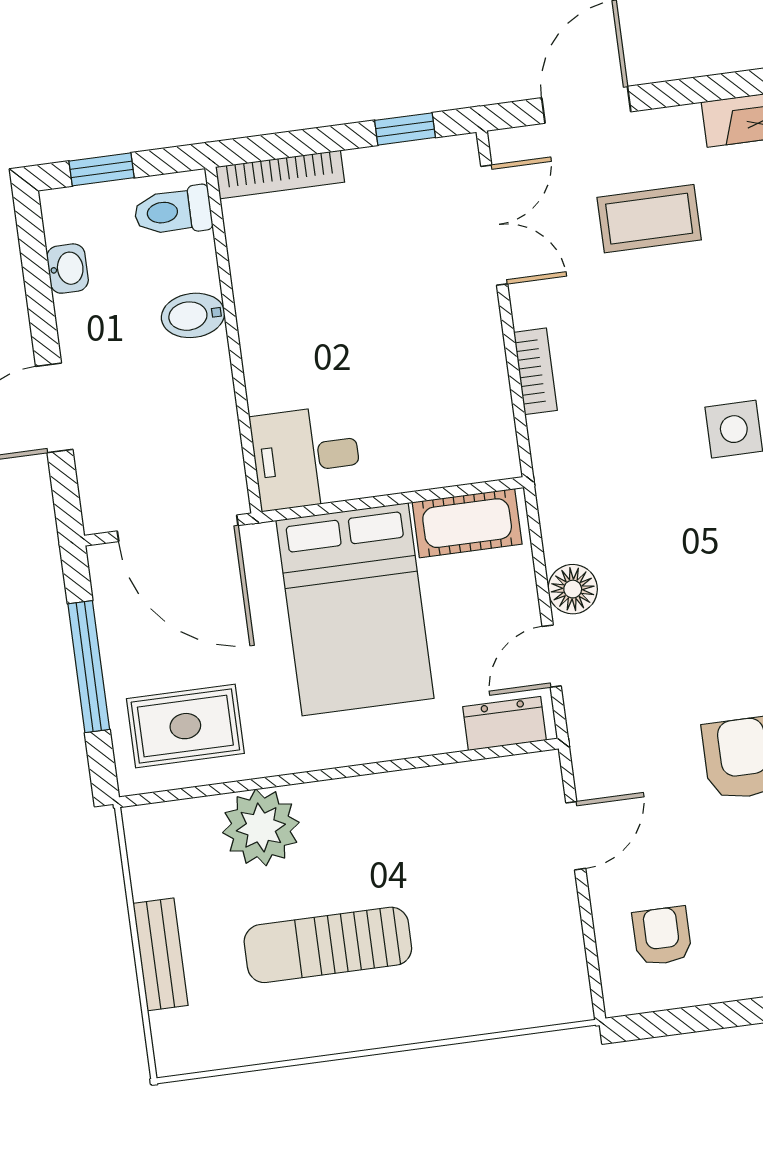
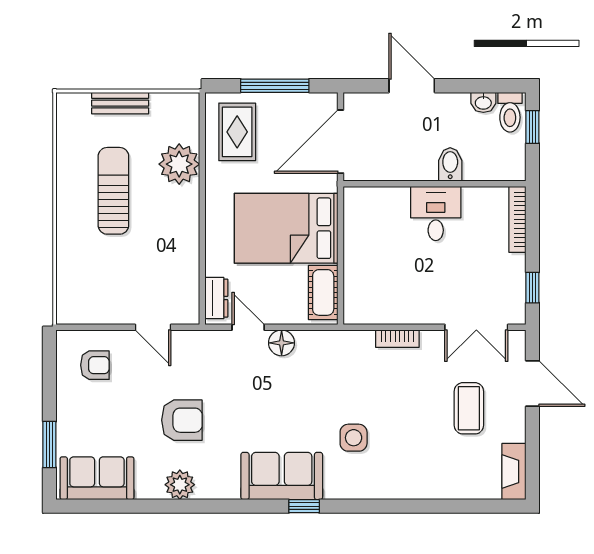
toilet: (173, 211) -> (510, 112), moved, turned 180
desk: (306, 458) -> (436, 213), moved

